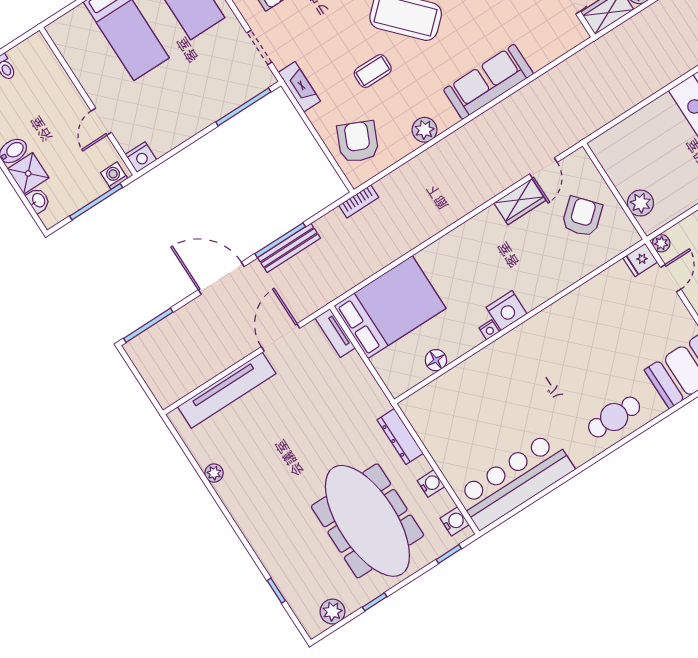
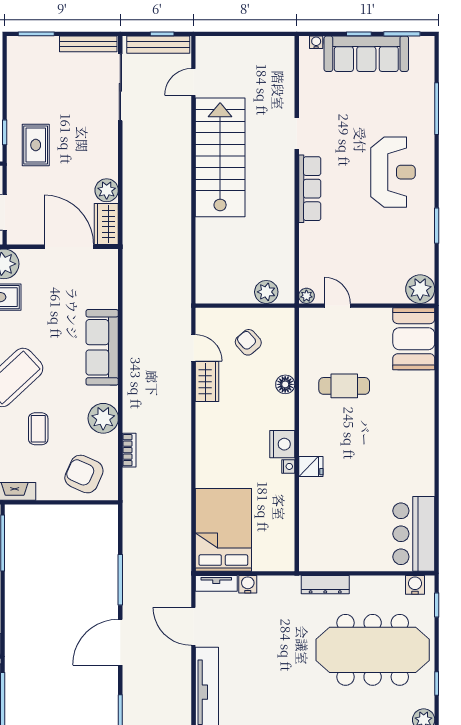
plant: (425, 130) -> (103, 418), width x1.36, depth x1.36
bookcase: (359, 201) -> (129, 450), moved
armchair: (582, 217) -> (248, 342), width x0.72, depth x0.72
bench: (289, 248) -> (130, 577), removed
fridge: (640, 260) -> (311, 466), moved, turned -90
floor lamp: (436, 360) -> (285, 384), moved
cafe table: (614, 417) -> (344, 386), moved, turned 90
bar counter: (515, 481) -> (414, 534), width x0.73
water cooler: (431, 484) -> (248, 584), moved

